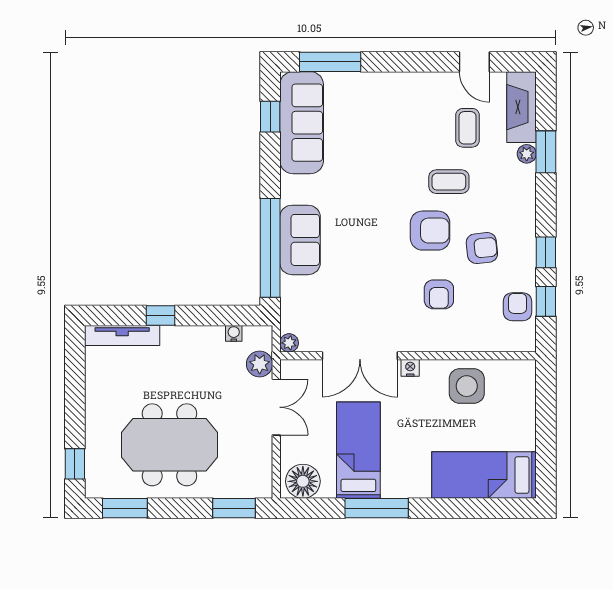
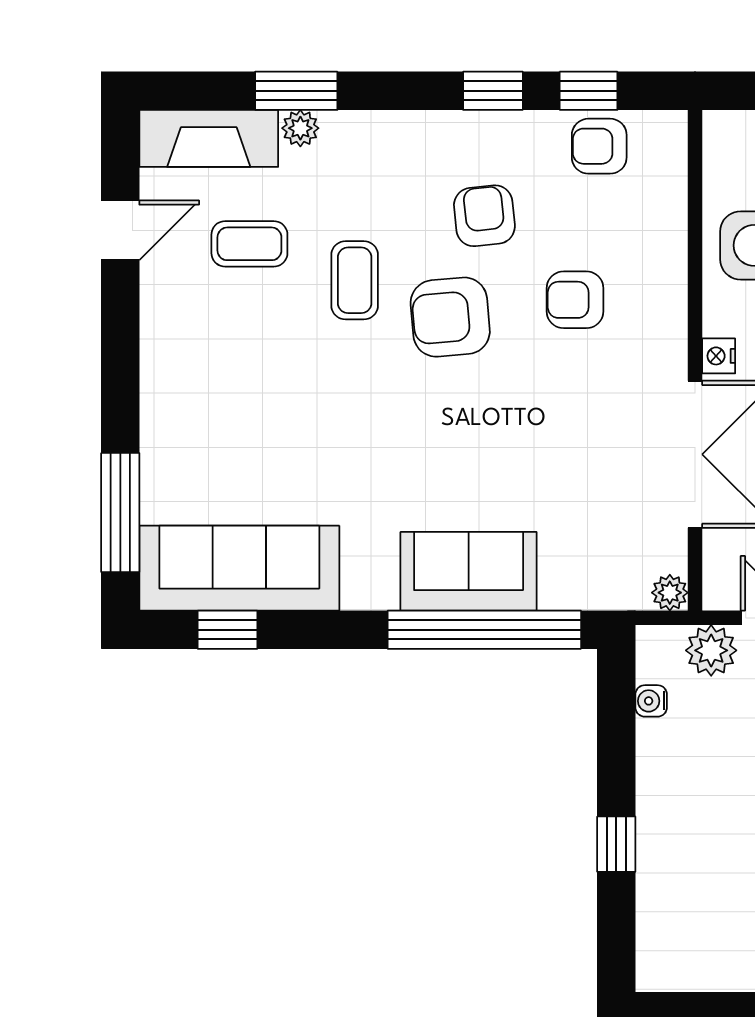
armchair: (430, 231) -> (450, 317), turned -95
armchair: (439, 294) -> (575, 300), turned 180
tv unit: (122, 335) -> (655, 919), removed

